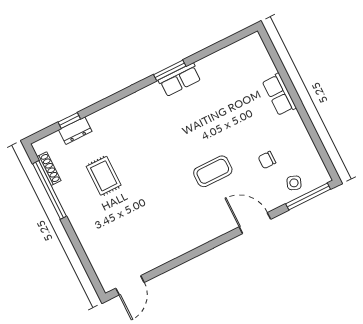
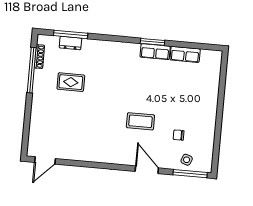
row of seats: (279, 94) -> (185, 54), moved, turned -90
window: (69, 120) -> (71, 34), width x2.17
rug: (104, 176) -> (71, 82), turned 90

